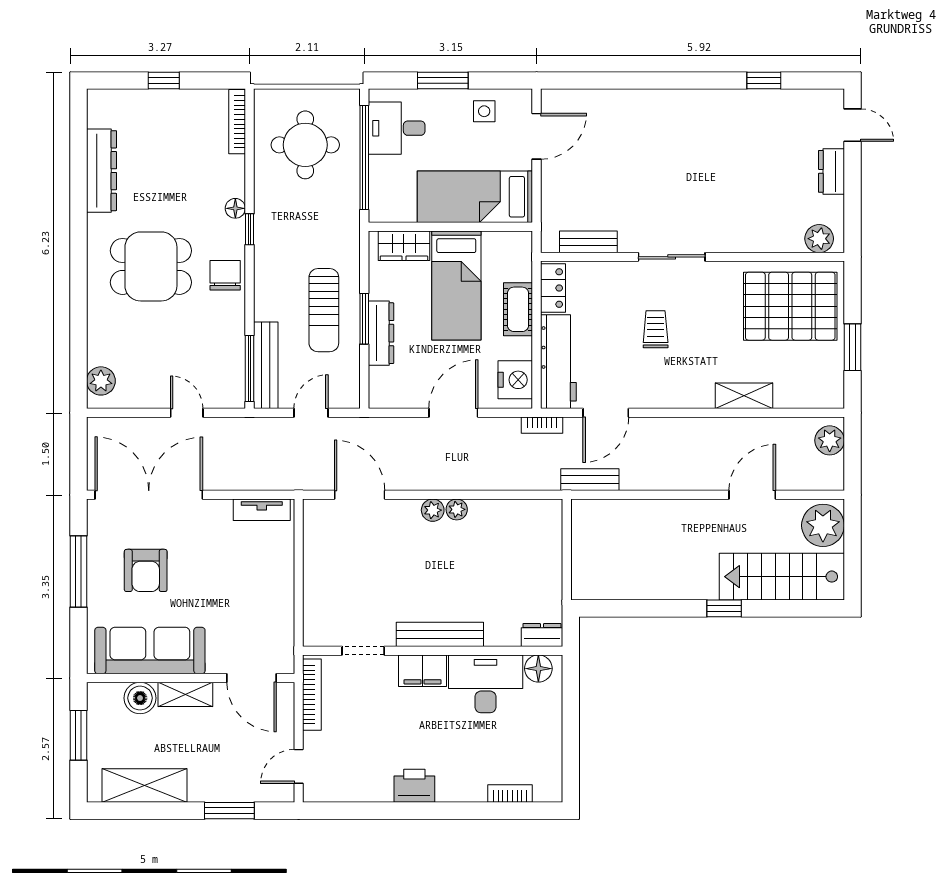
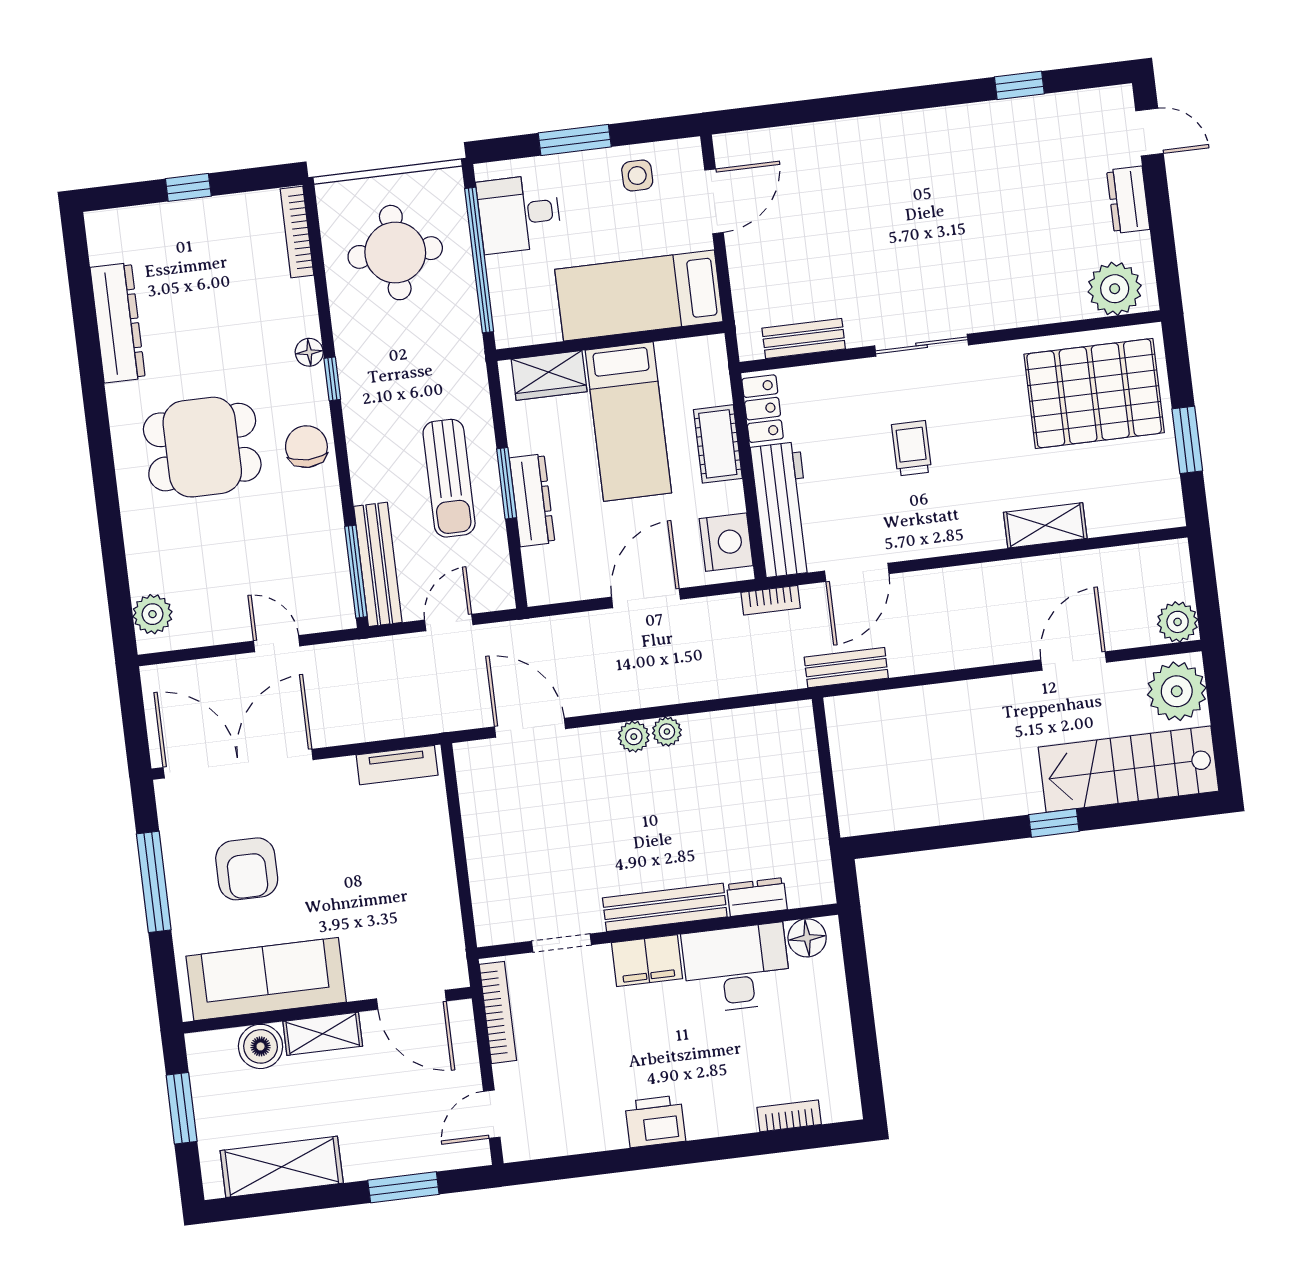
plant: (819, 239) -> (1115, 289), width x1.36, depth x1.36
plant: (830, 440) -> (1178, 622), moved
dresser: (542, 635) -> (757, 897), moved

